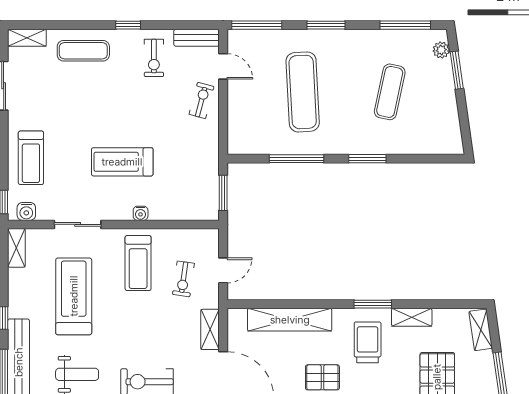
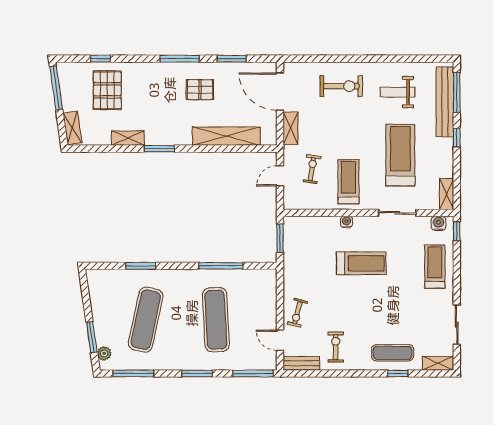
window: (128, 25) -> (398, 373), moved
exercise mat: (390, 92) -> (146, 320), width x1.36, depth x1.45
window: (367, 159) -> (141, 266), moved
treadmill: (74, 296) -> (400, 155), turned 180
trolley: (368, 342) -> (164, 118), removed

